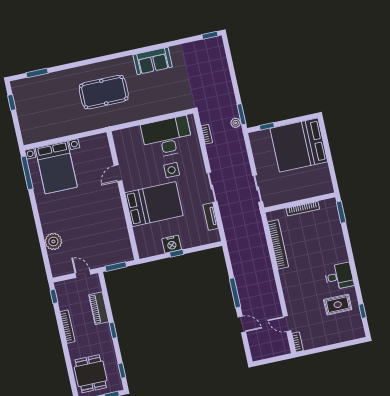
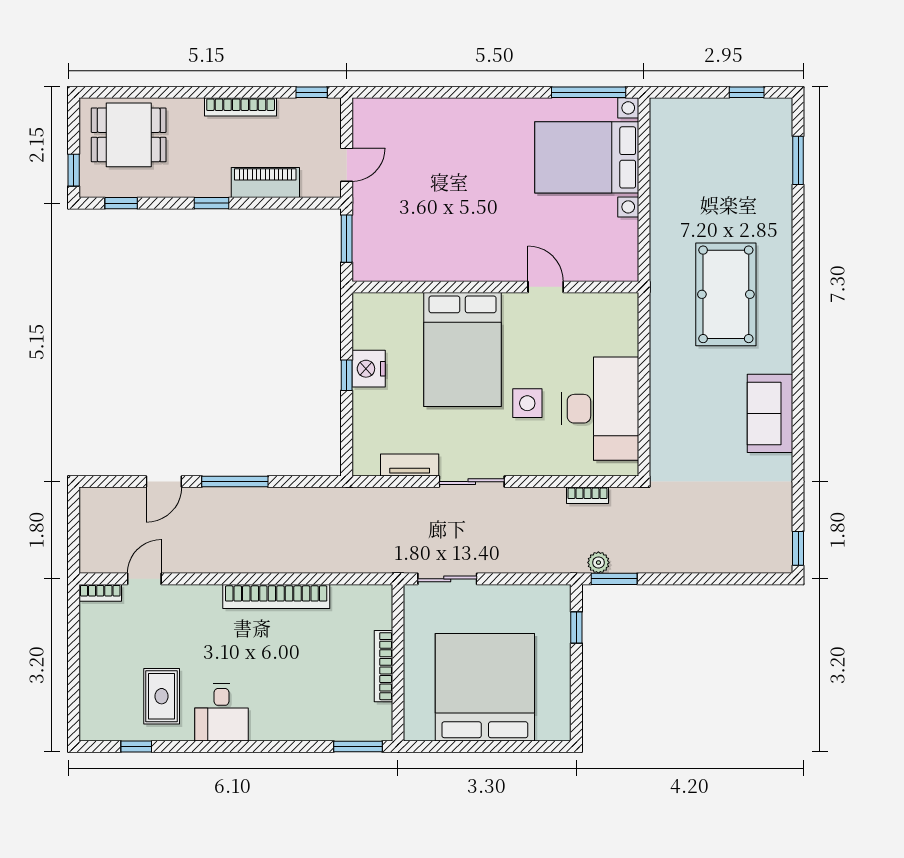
bed: (299, 145) -> (485, 687), moved
plant: (53, 241) -> (430, 117), removed
bookcase: (278, 244) -> (276, 596), moved

